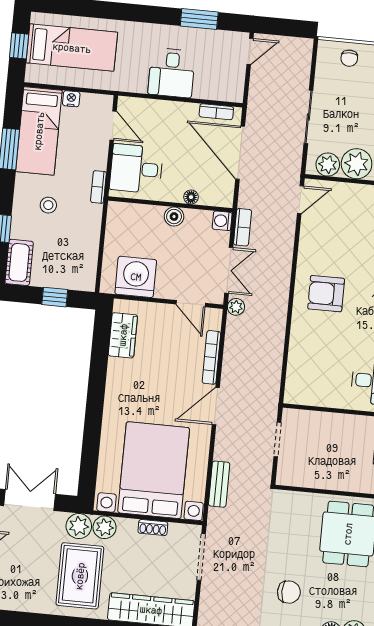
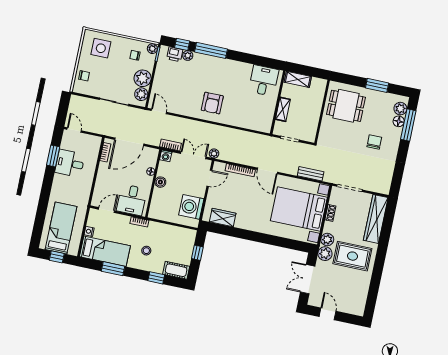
desk: (172, 73) -> (70, 163), moved, turned 180
shelving: (329, 422) -> (283, 109), added

